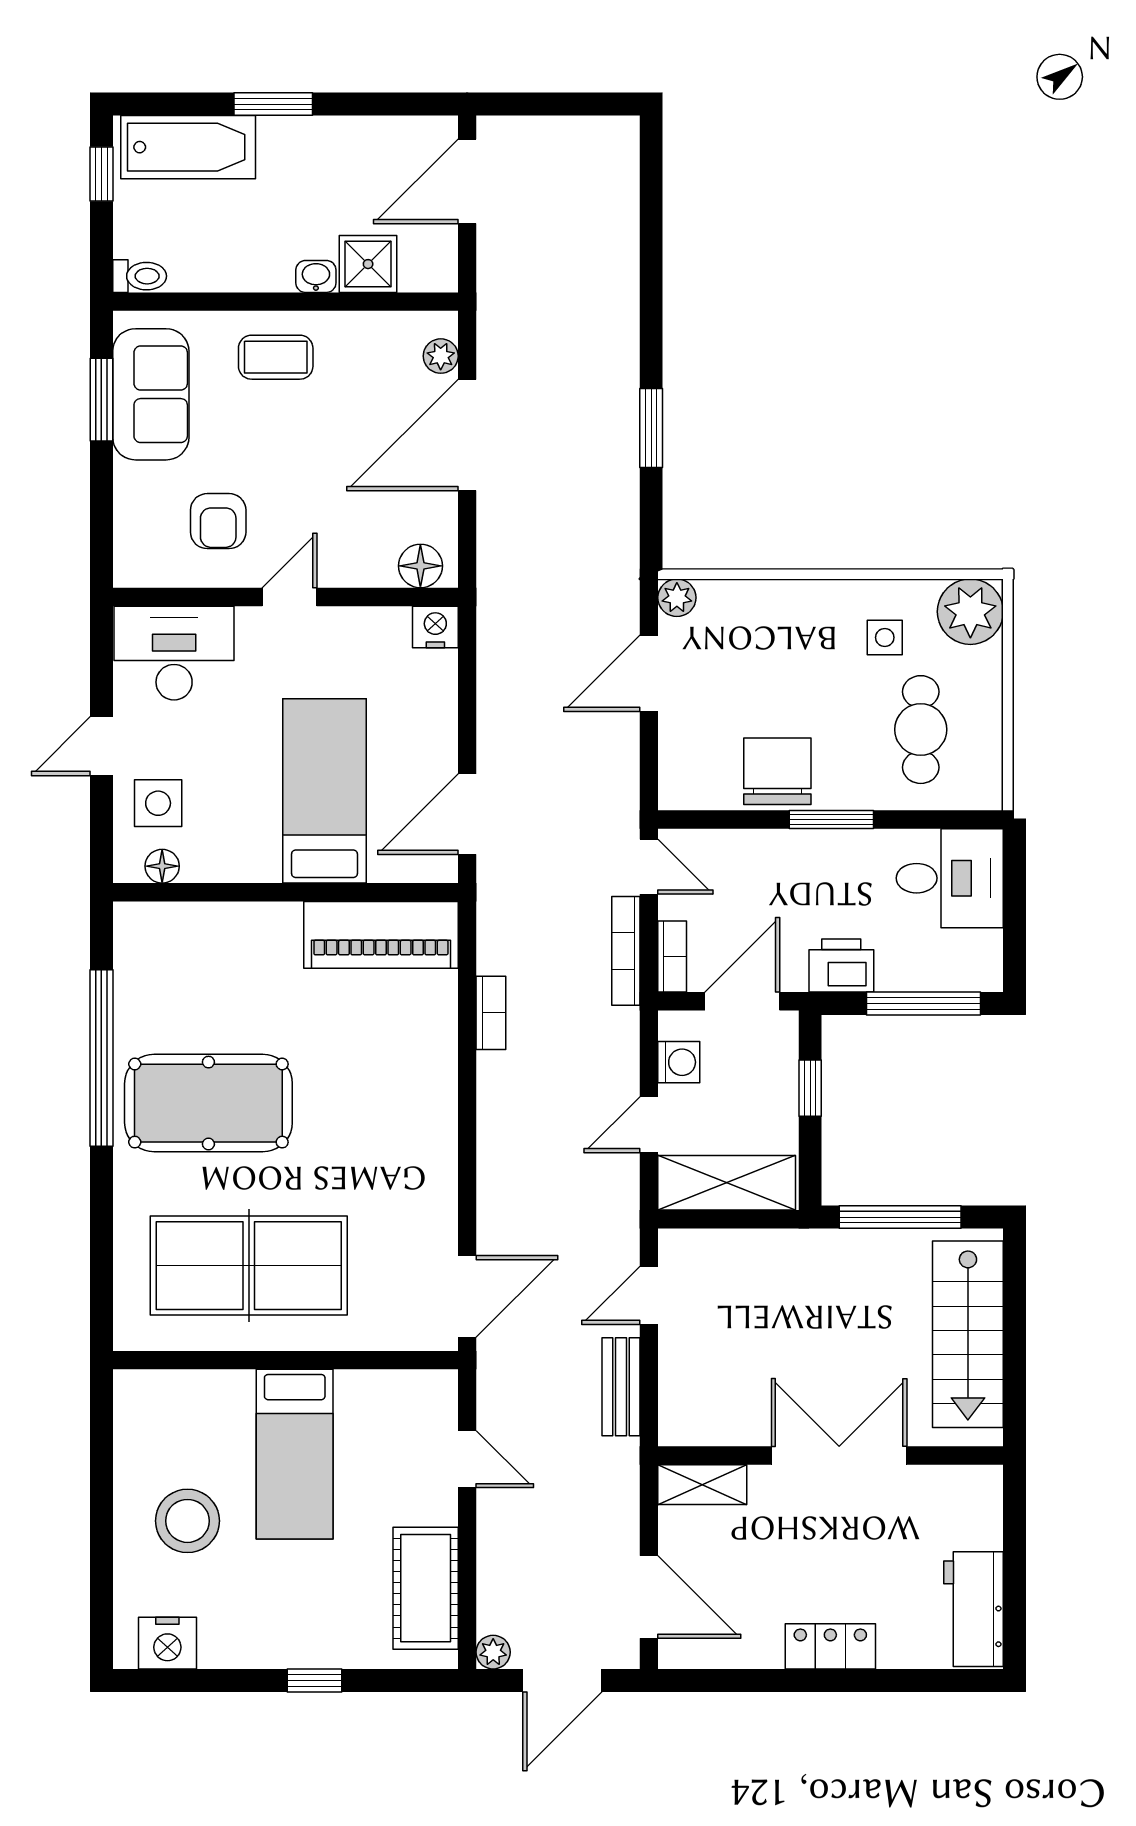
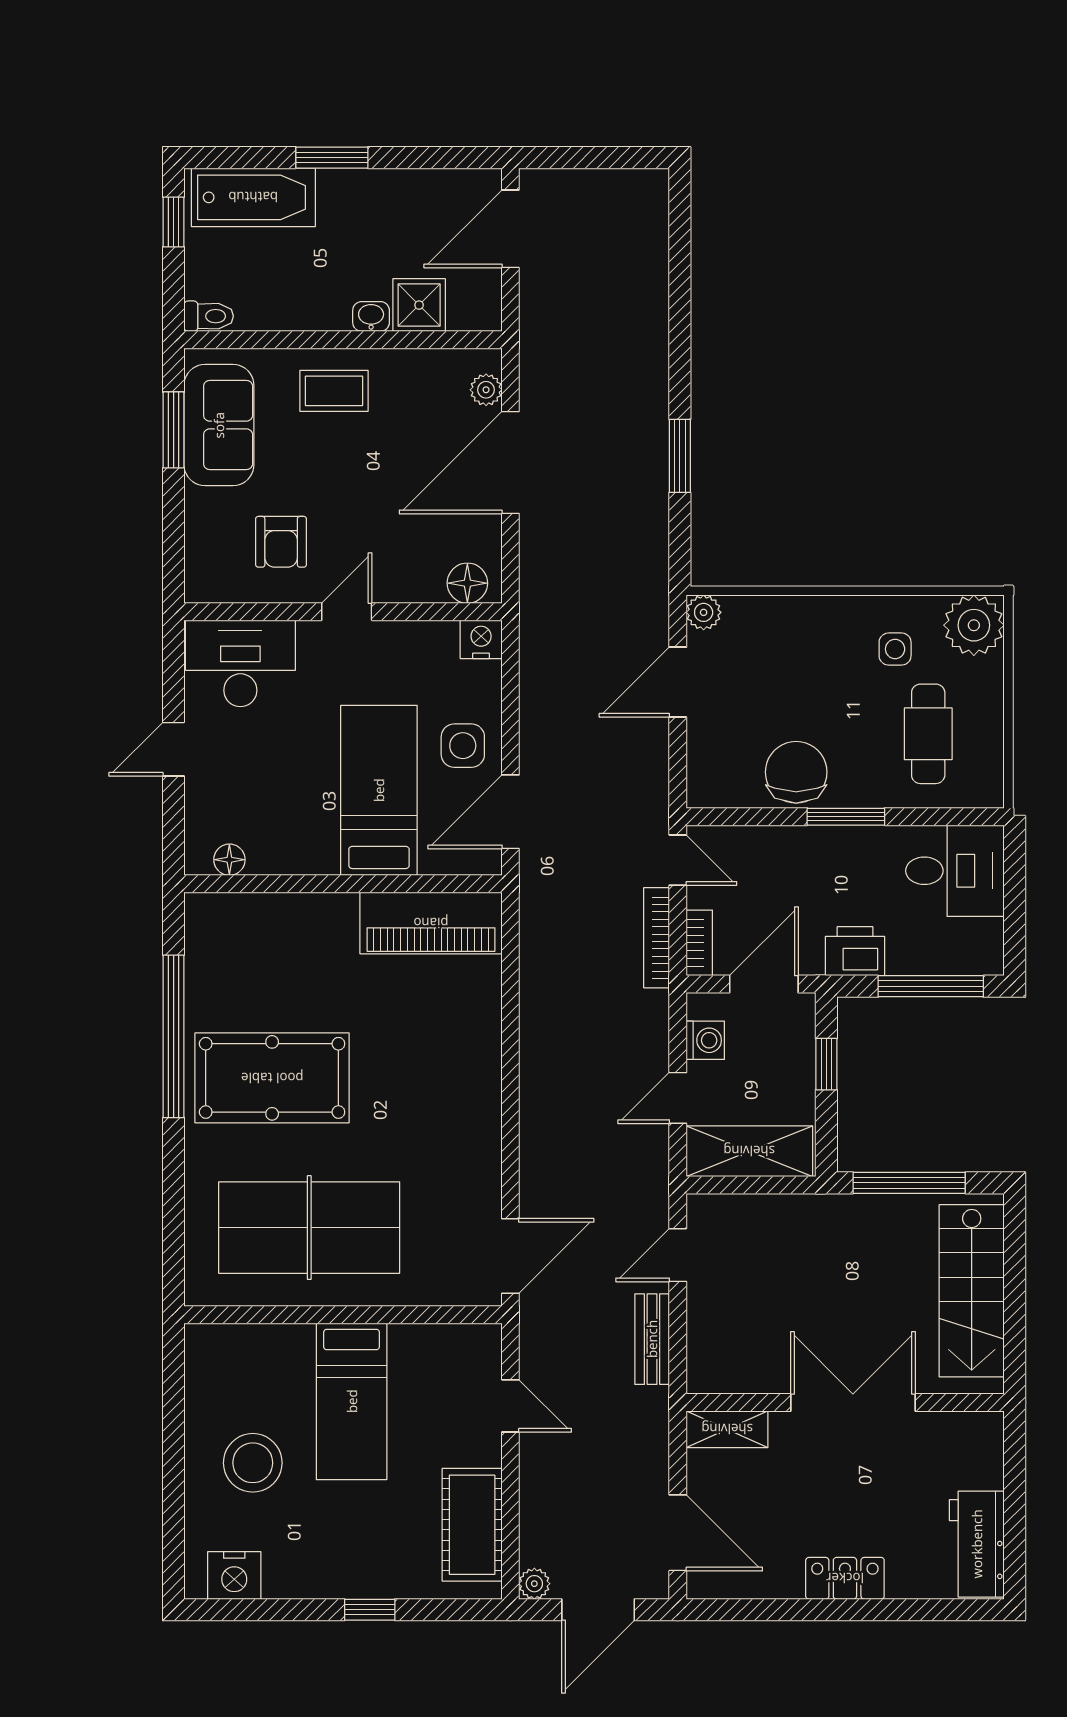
side table: (158, 803) -> (463, 746), moved
bookcase: (491, 1013) -> (532, 995), removed

